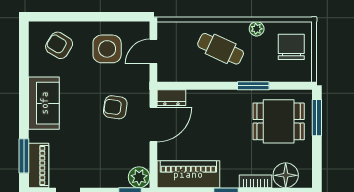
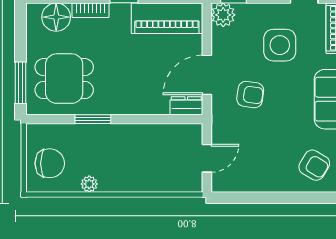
chair: (291, 47) -> (50, 163), turned -90
side table: (107, 49) -> (280, 45), moved
cafe table: (221, 49) -> (130, 161), removed

